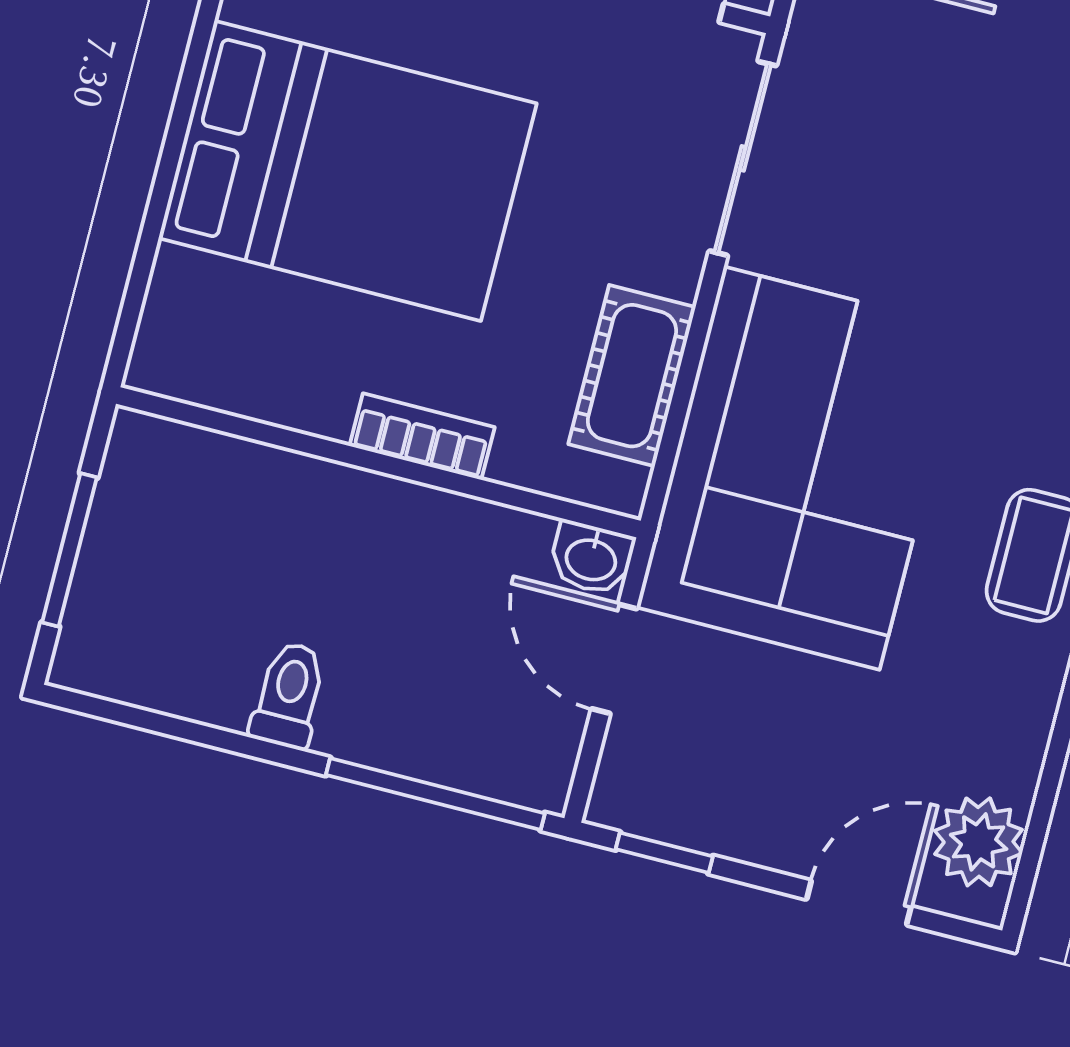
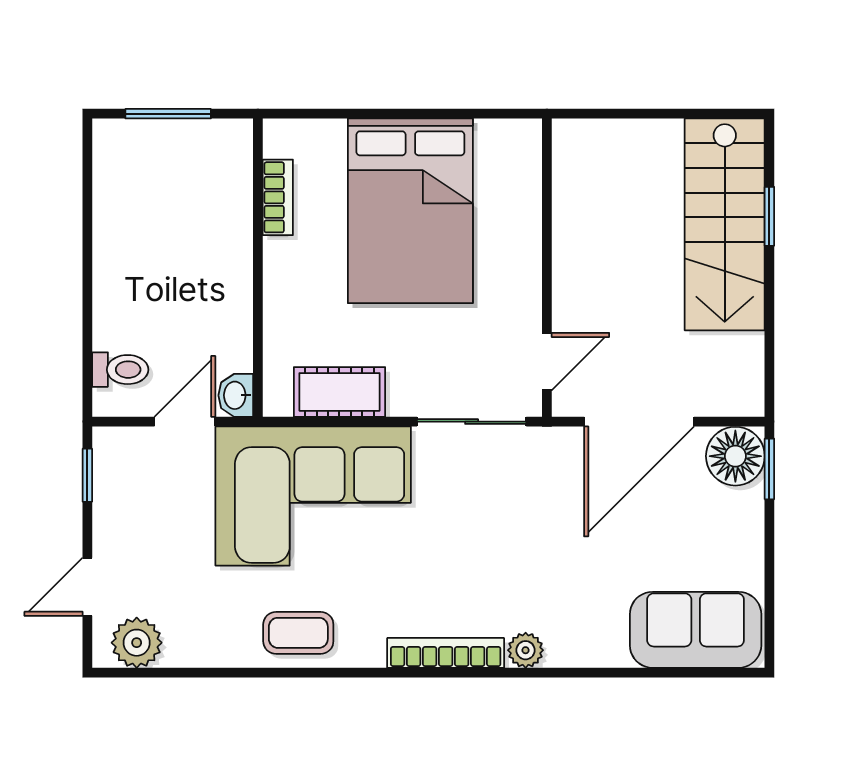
bookcase: (422, 437) -> (278, 197), moved
toilet: (289, 695) -> (120, 370), moved
window: (435, 794) -> (87, 344), removed
door: (859, 903) -> (87, 587), swing flipped

